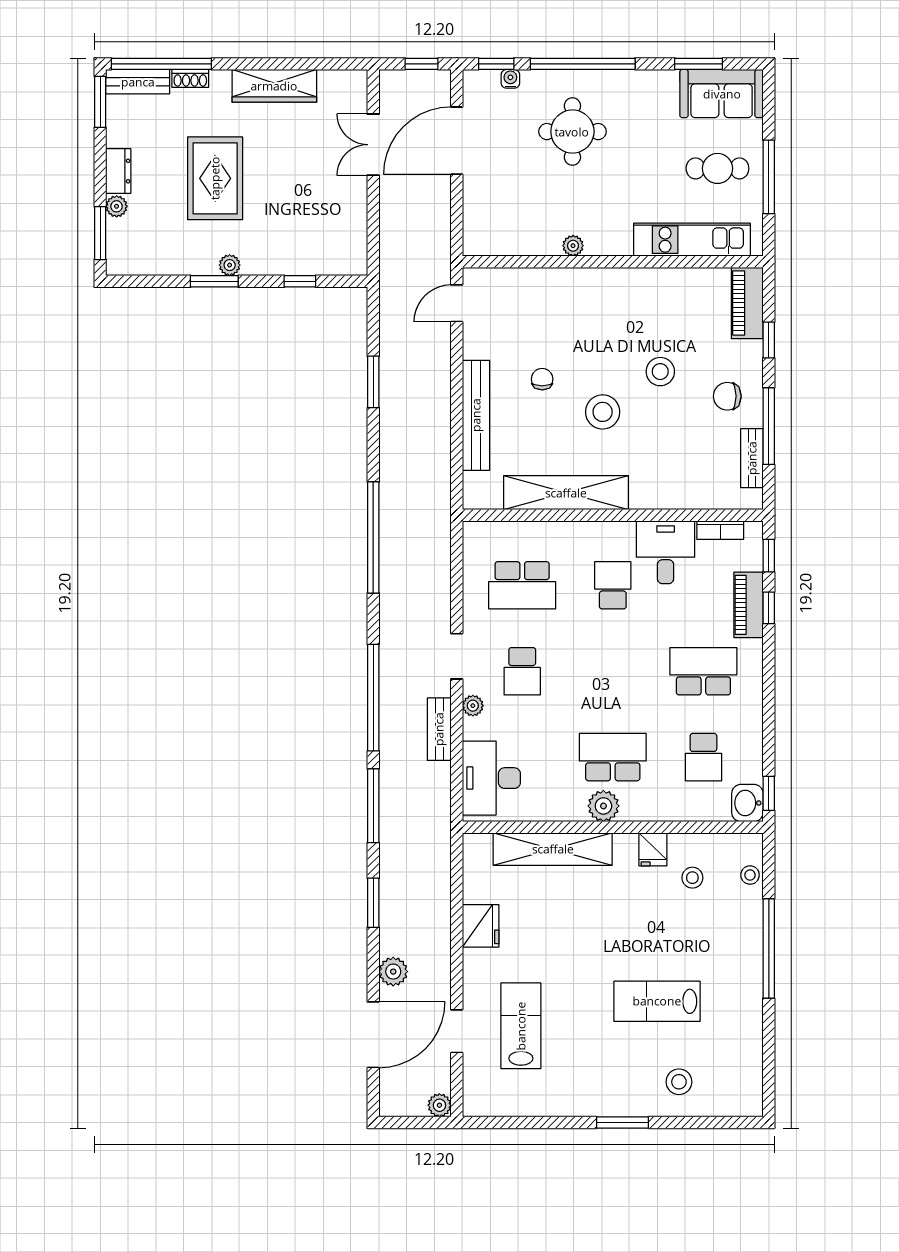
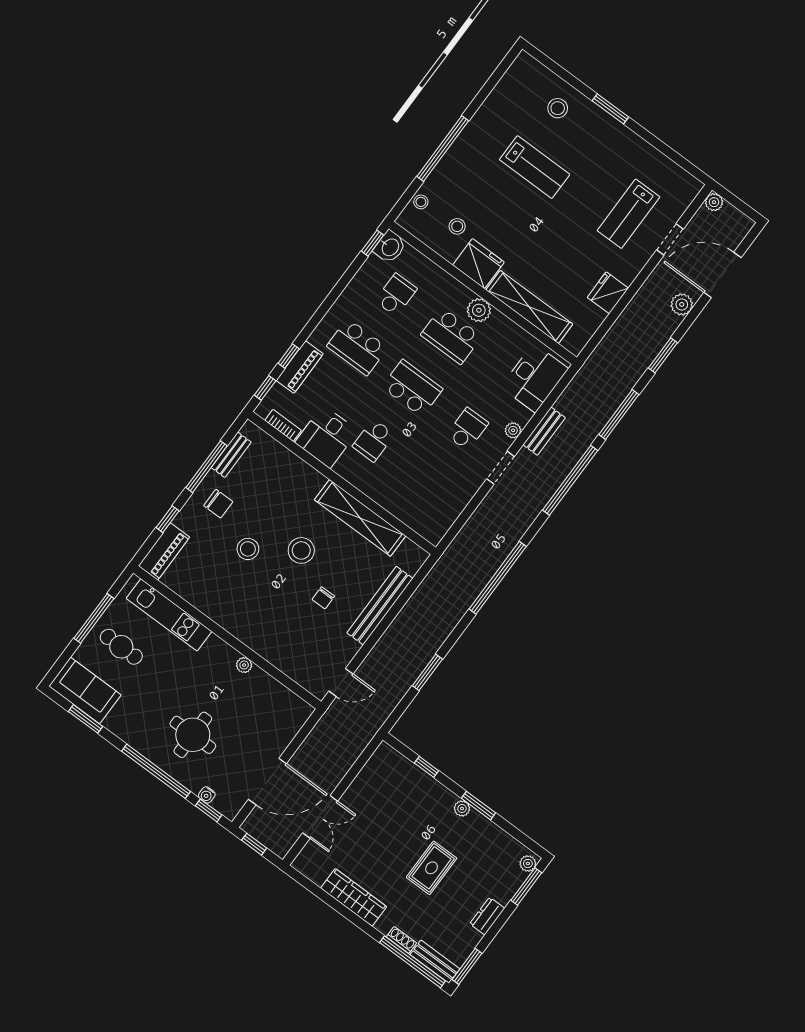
rug: (215, 178) -> (432, 868), width x0.73, depth x0.70
plant: (117, 206) -> (528, 864), moved
school desk: (522, 585) -> (412, 388), moved
fridge: (653, 849) -> (478, 264), width x1.88, depth x1.34

